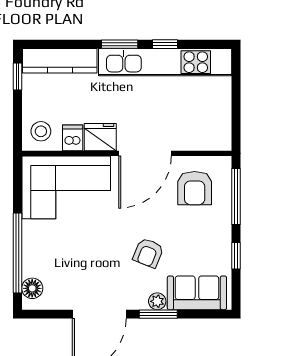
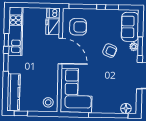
kitchen unit: (165, 62) -> (16, 31), width x0.73
fridge: (100, 137) -> (53, 27), moved
dishwasher: (73, 138) -> (53, 13), moved

